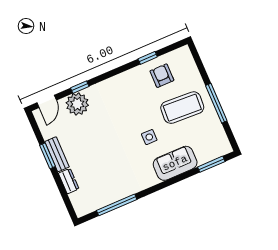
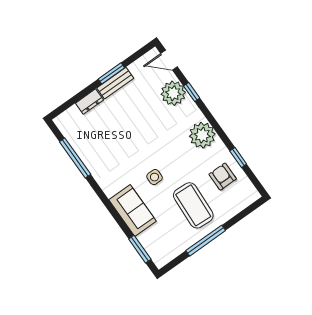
armchair: (162, 76) -> (223, 177), turned -90
plant: (121, 86) -> (202, 135), added

